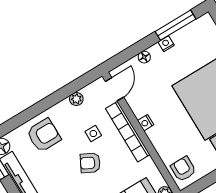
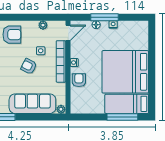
window: (176, 25) -> (104, 17), moved
armchair: (183, 169) -> (79, 80), moved

